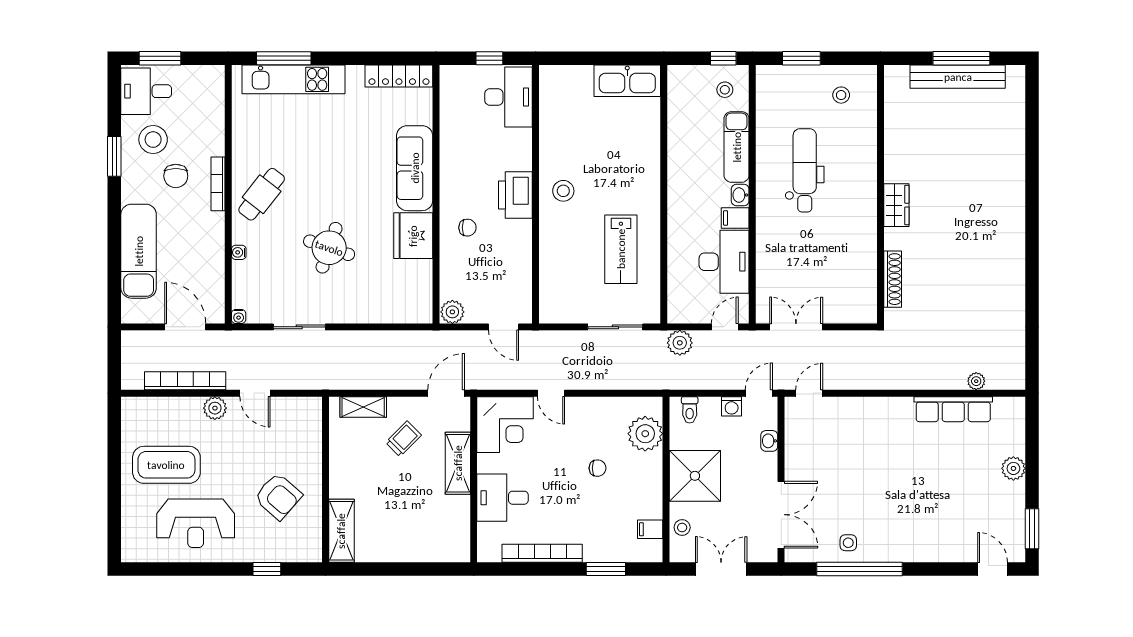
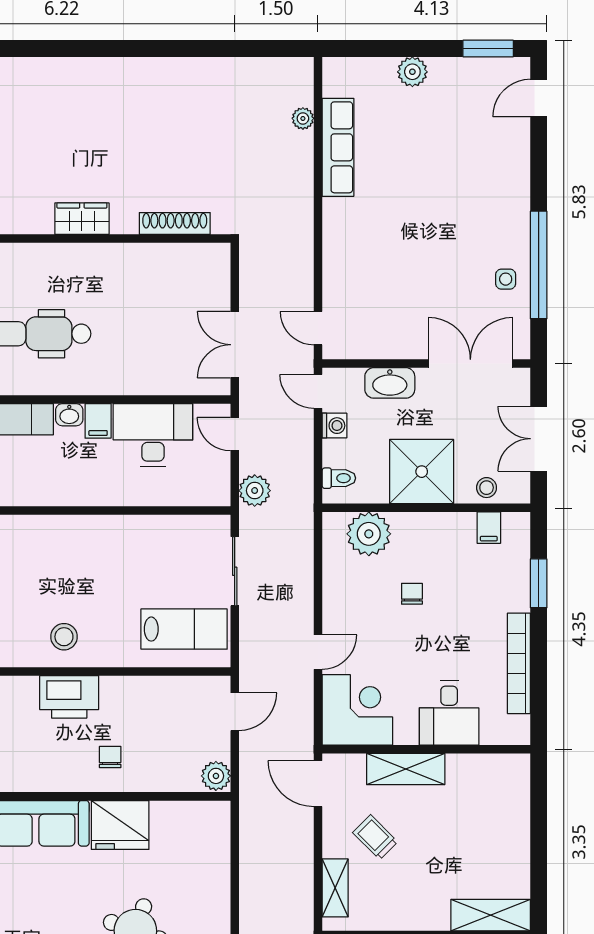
lab bench: (621, 249) -> (184, 629), moved
washbasin: (769, 441) -> (390, 383), width x1.91, depth x1.45

